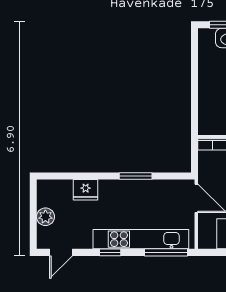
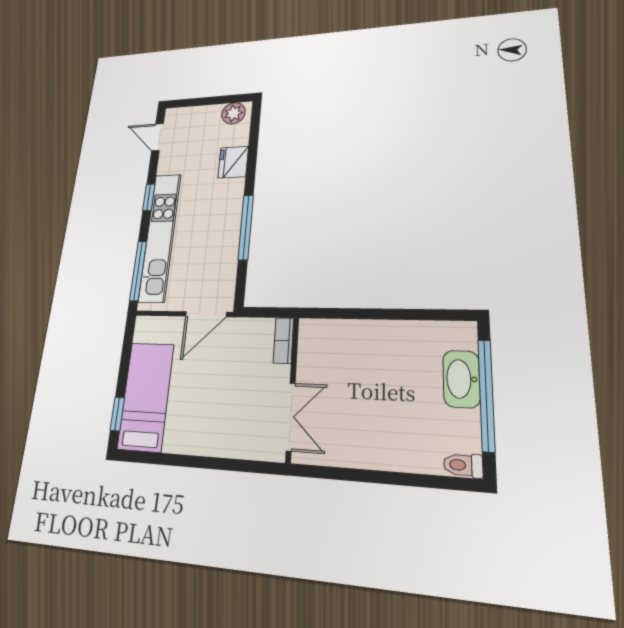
window: (136, 176) -> (246, 227), width x1.44
plant: (45, 217) -> (233, 113), moved

